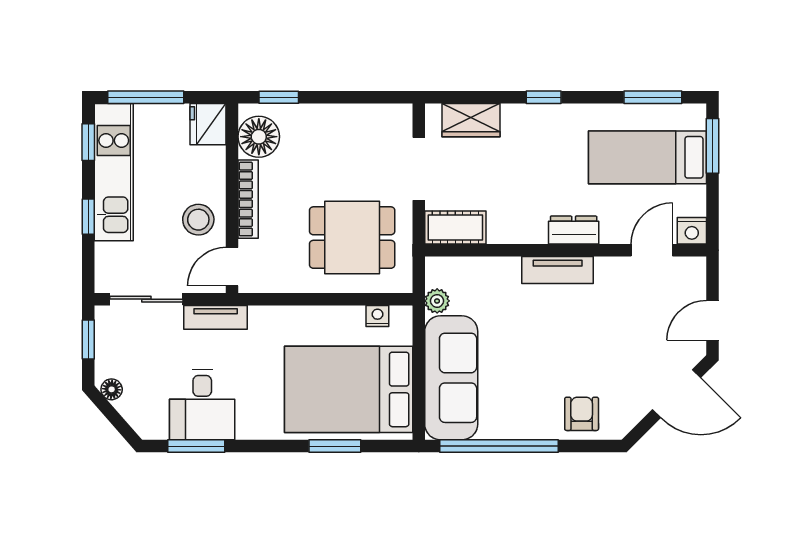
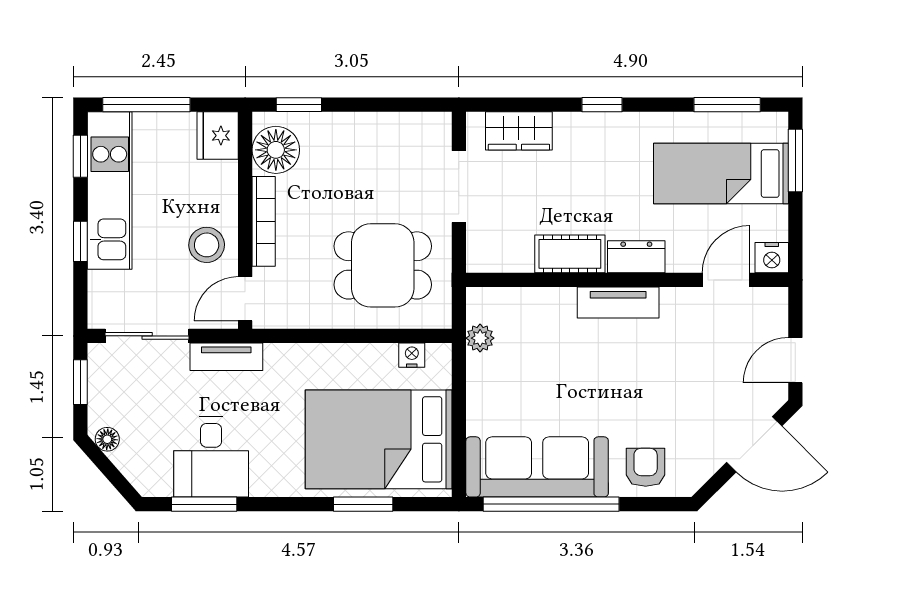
cot: (455, 227) -> (570, 254), moved
sofa: (451, 378) -> (537, 467), moved, turned -90

